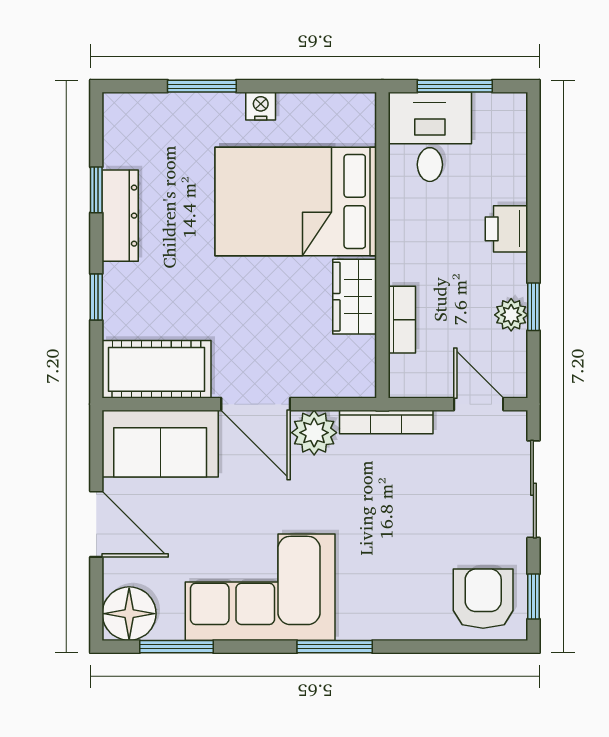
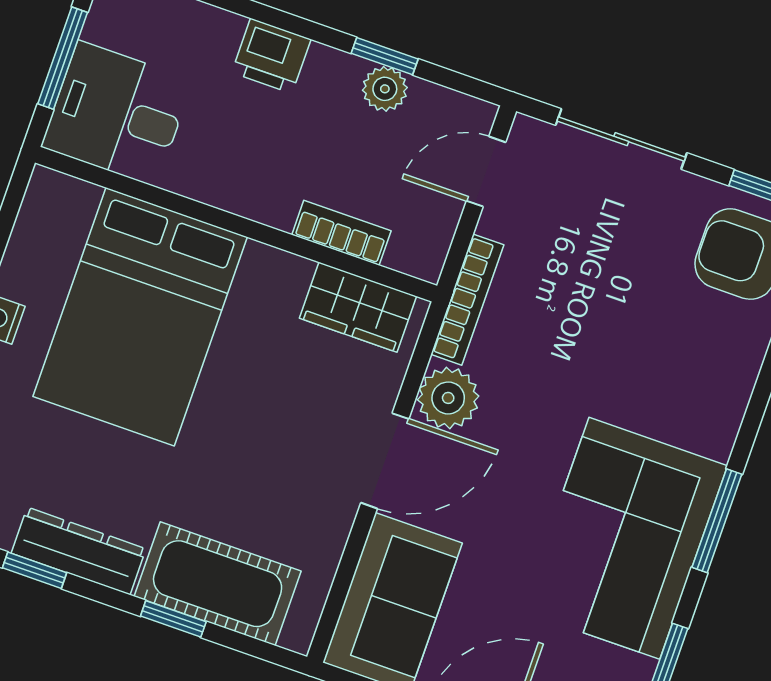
wardrobe: (355, 297) -> (358, 307), moved
cot: (157, 369) -> (218, 584), moved, turned 90
window: (335, 647) -> (717, 521), moved

